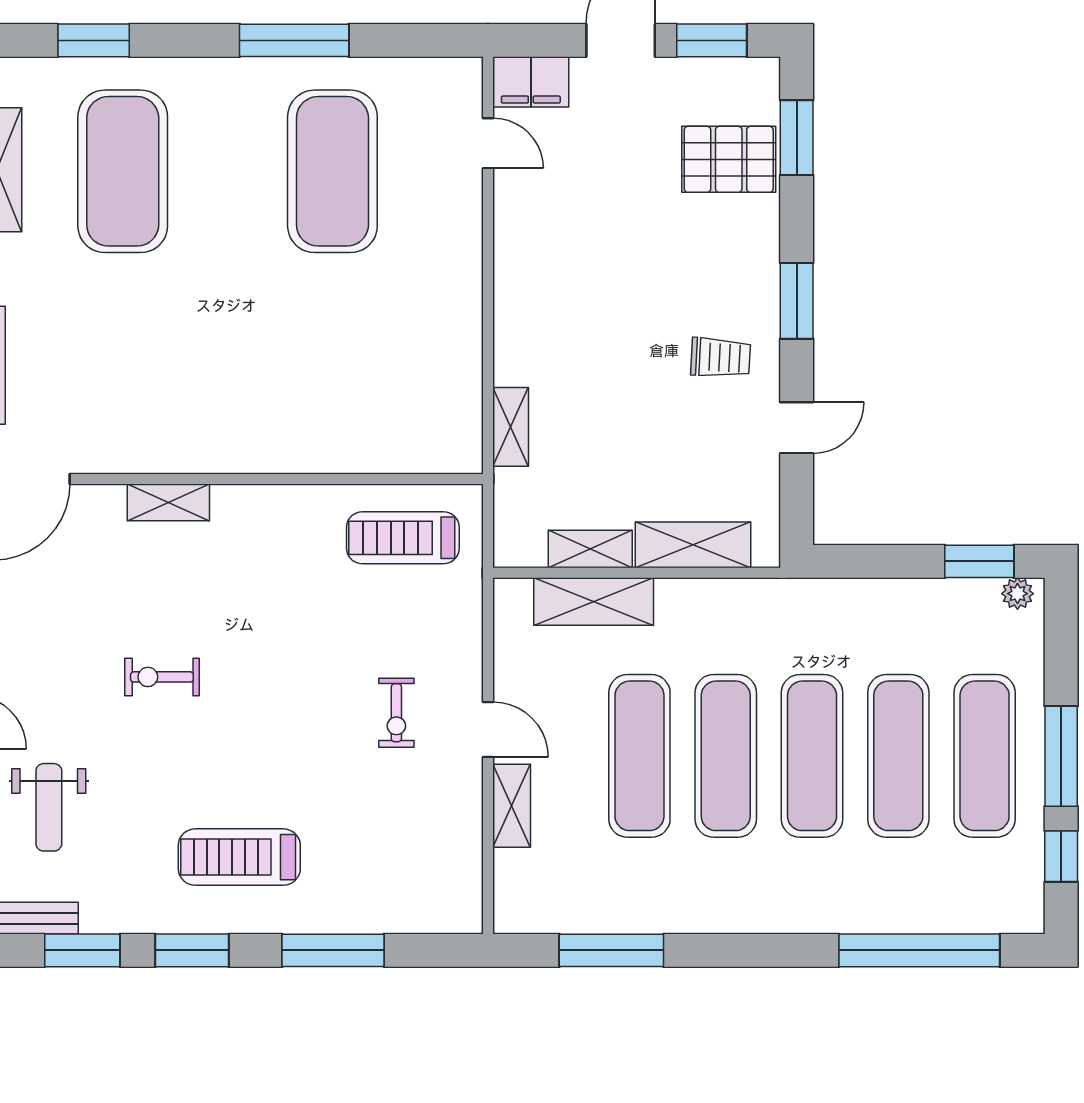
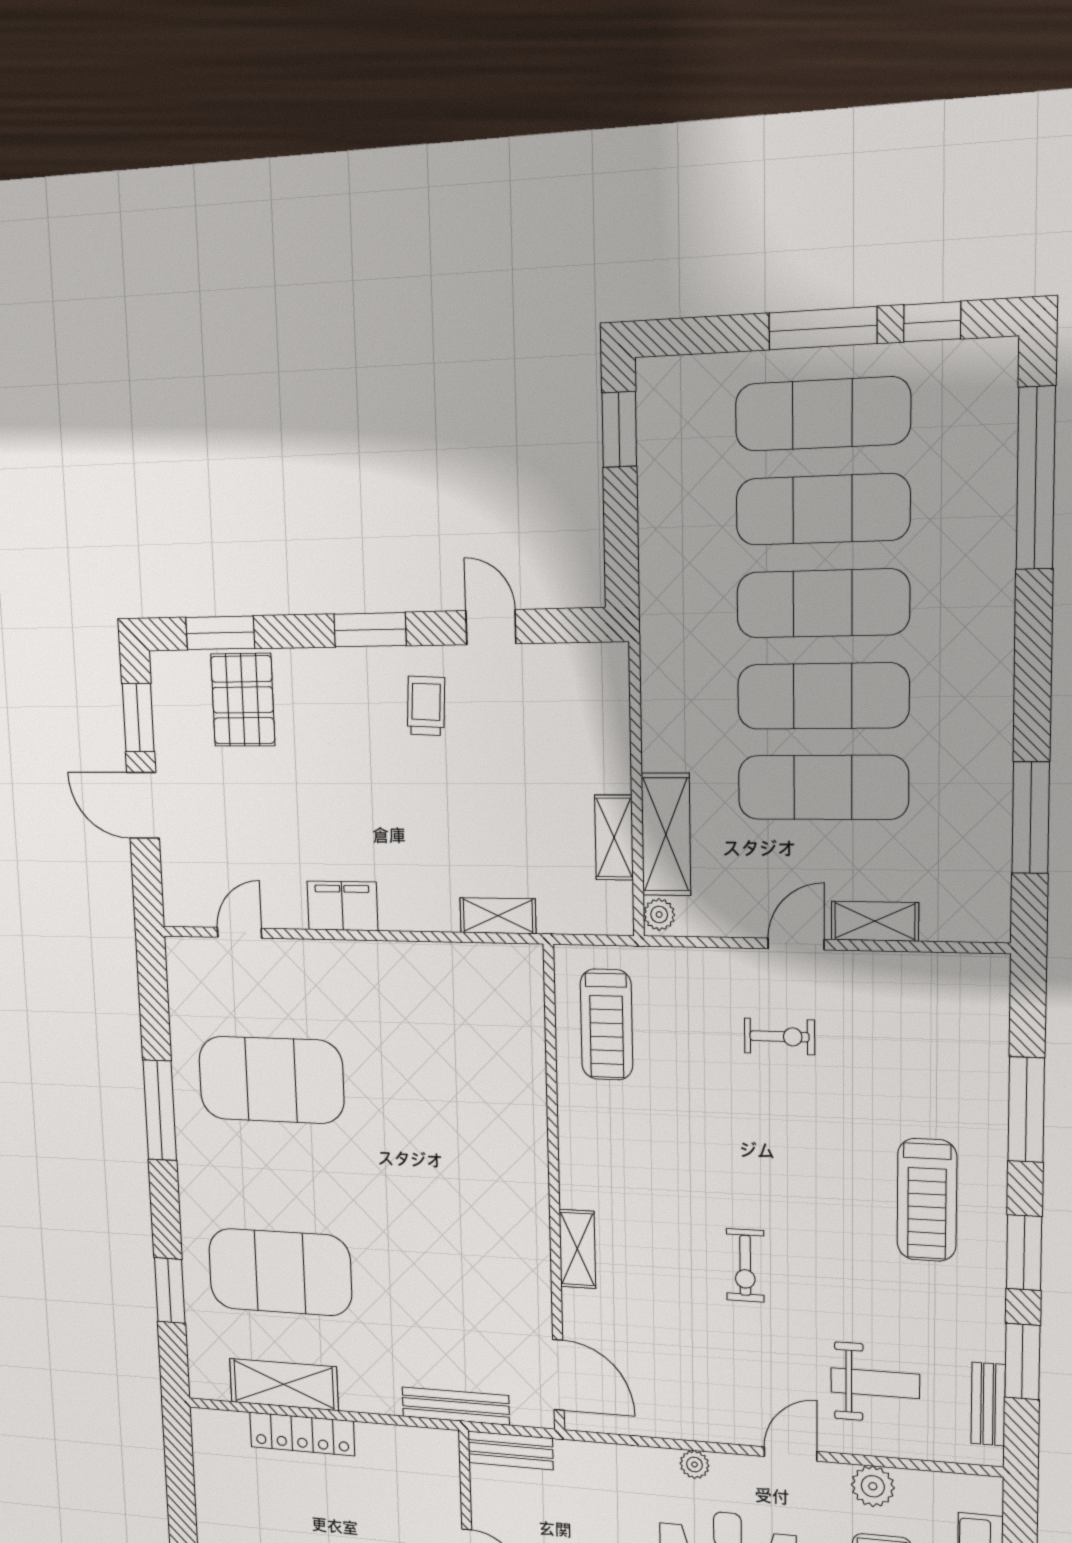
filing cabinet: (531, 82) -> (342, 906), moved, turned -90
shelving: (693, 545) -> (608, 732), removed
plant: (1017, 594) -> (659, 915), moved

